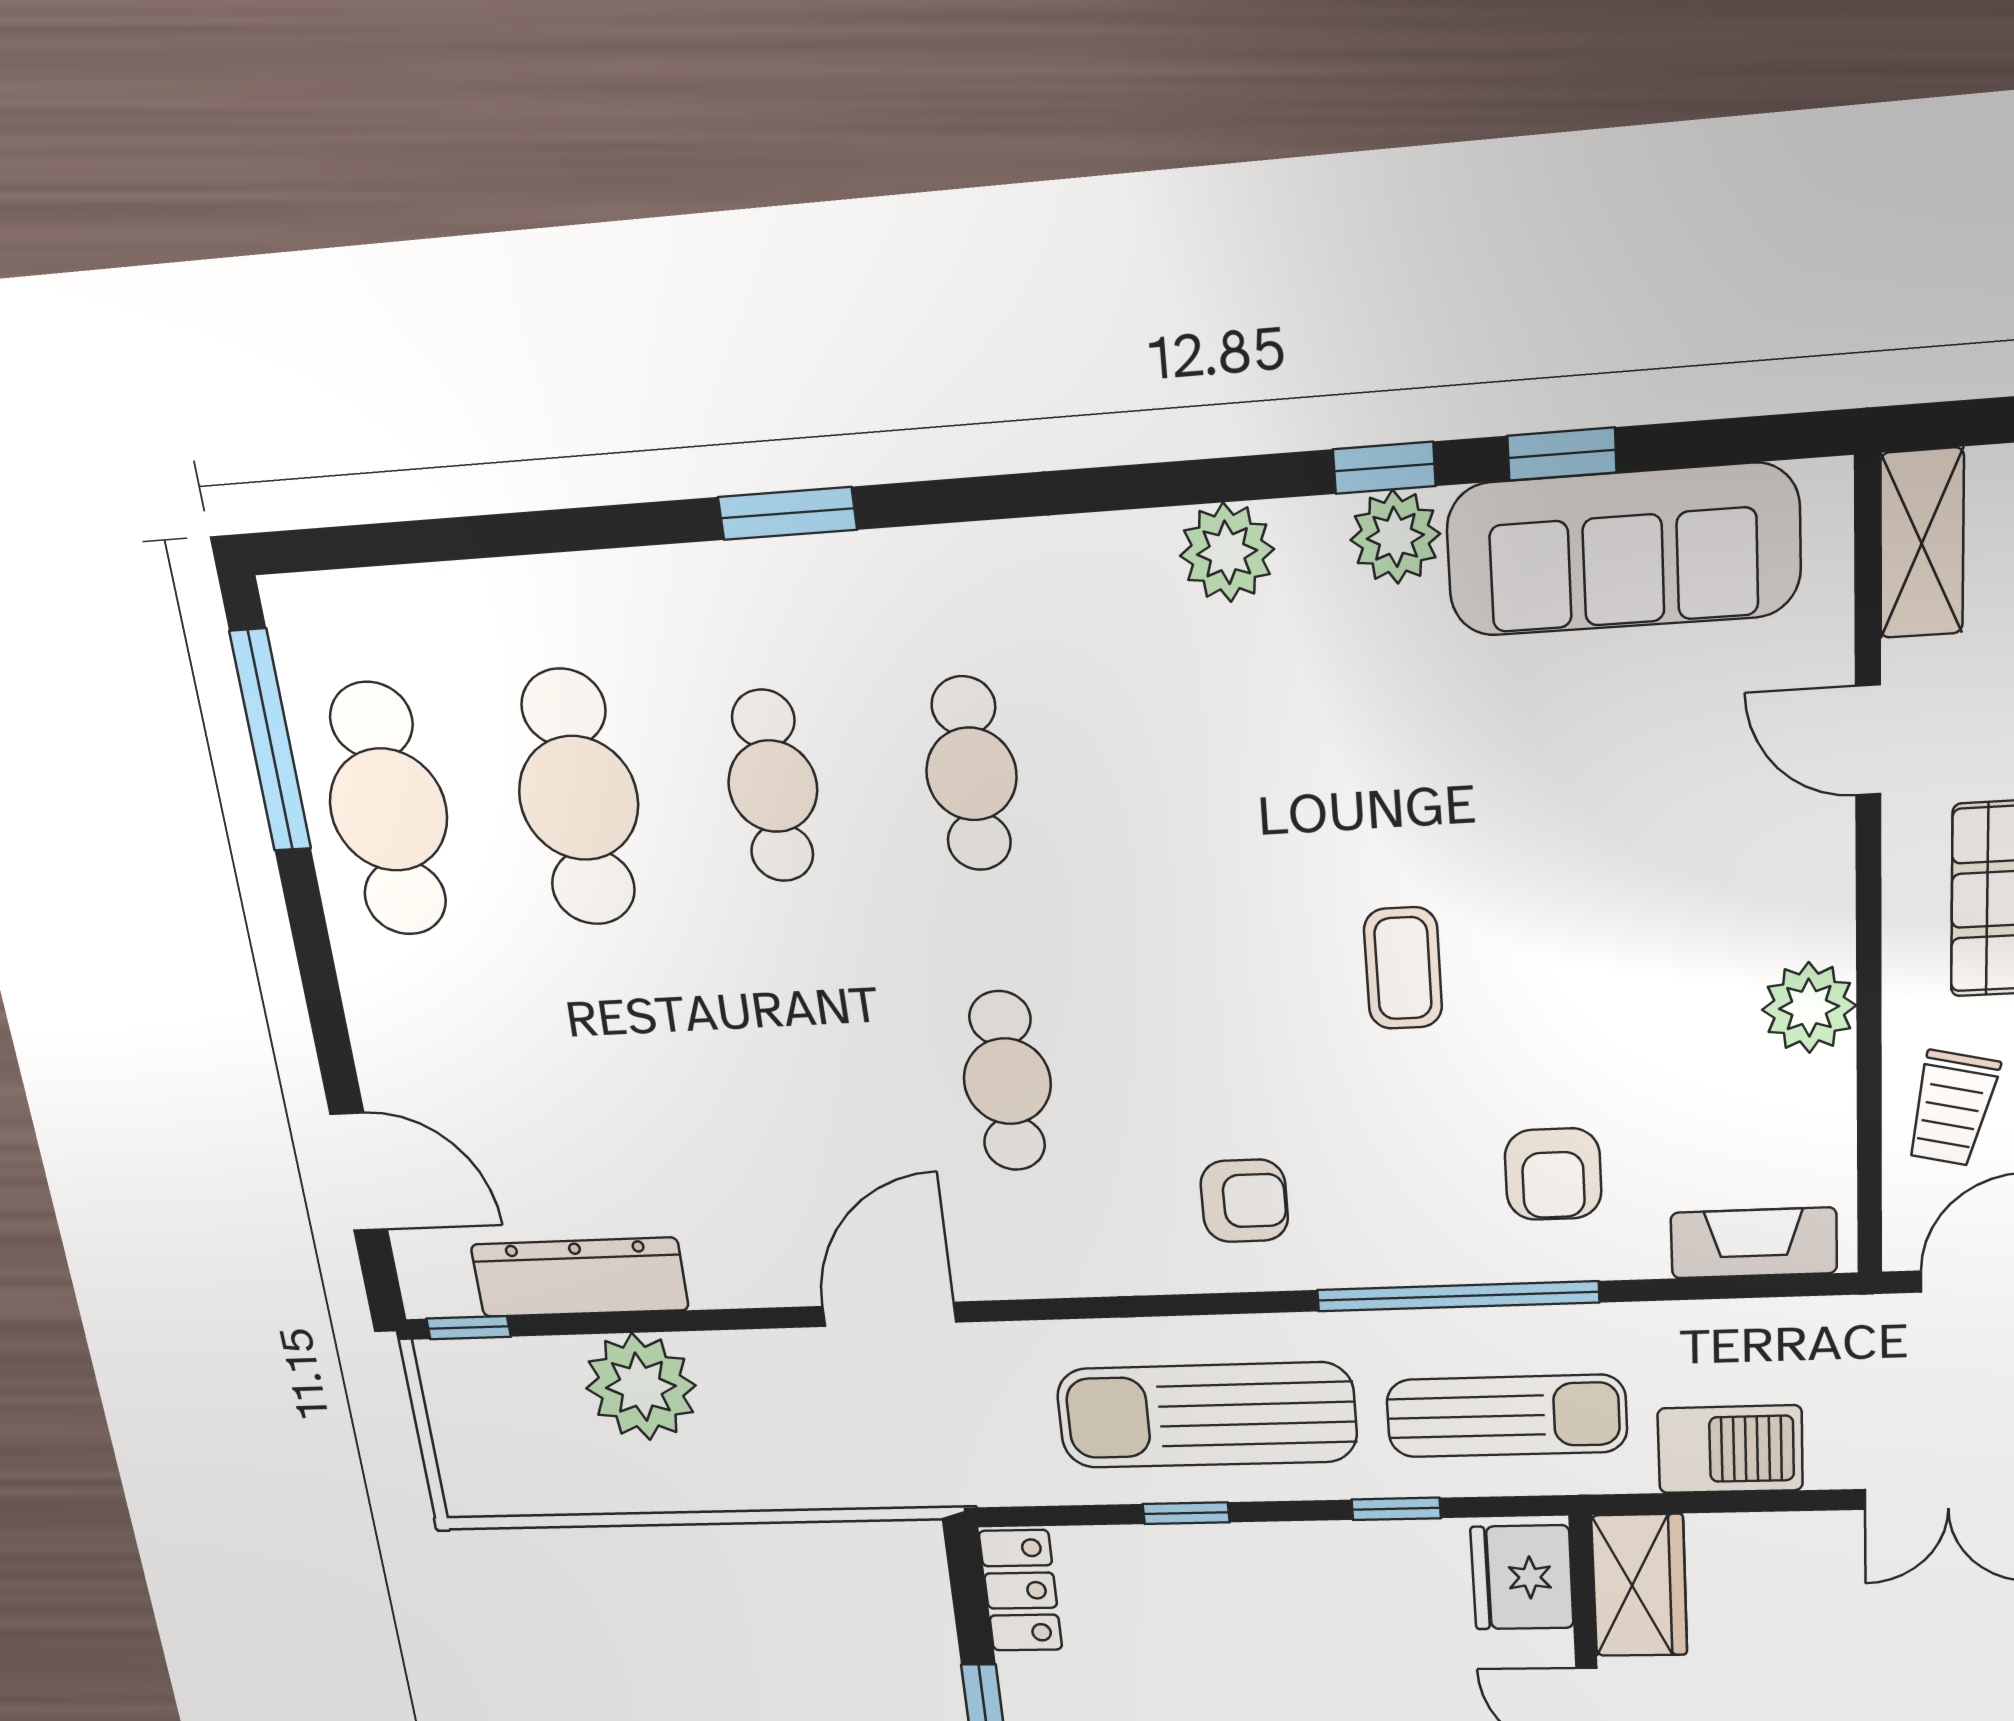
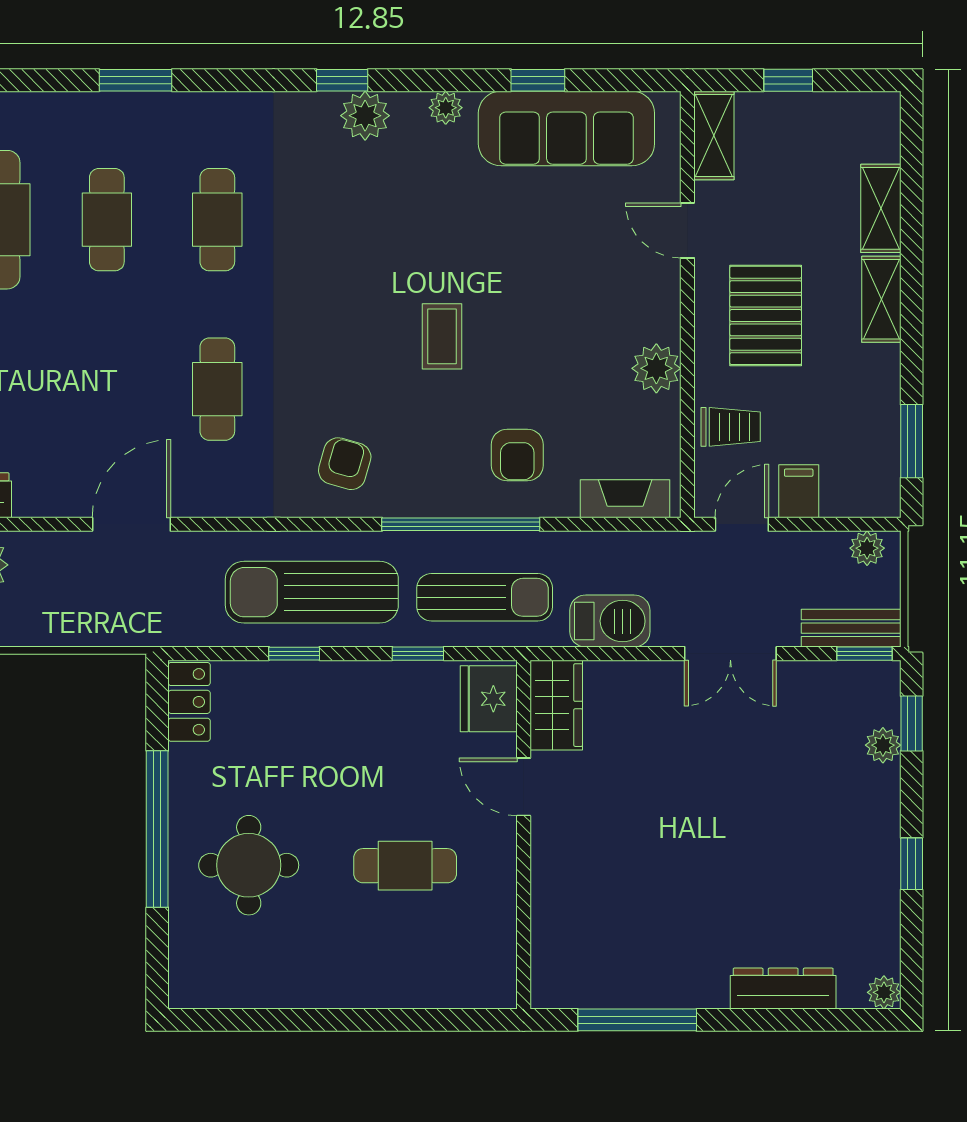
window: (1384, 468) -> (342, 80), moved
plant: (1395, 537) -> (446, 108), width x0.73, depth x0.73
trolley: (1952, 1108) -> (731, 427), turned -103
armchair: (1244, 1201) -> (345, 464), turned -74

